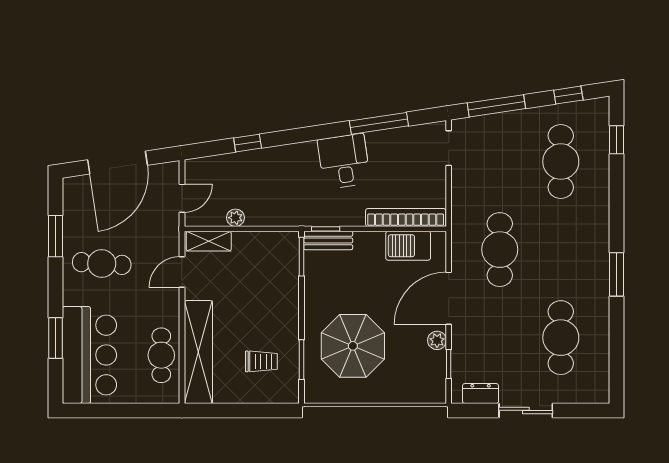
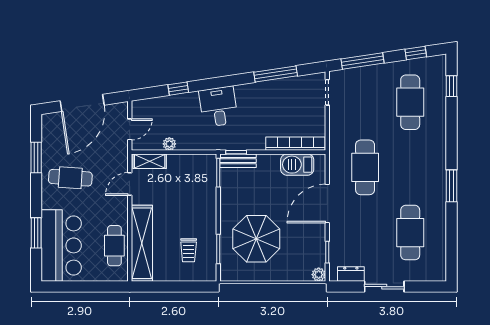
desk: (344, 161) -> (218, 107), moved
plant: (437, 340) -> (319, 275), moved
trolley: (261, 361) -> (189, 250), turned 90

